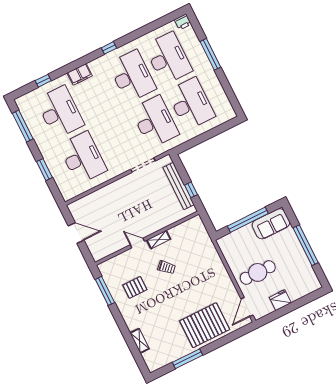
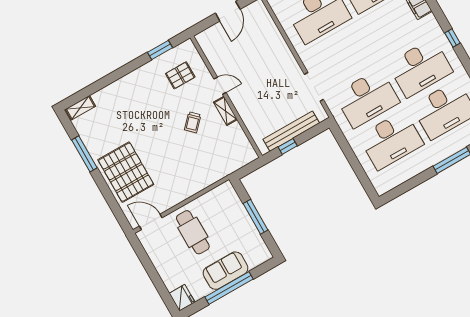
window: (248, 220) -> (255, 217), width x0.68
sofa: (271, 224) -> (226, 271), moved, turned 90
door: (137, 243) -> (220, 86), hinge flipped
pallet: (135, 287) -> (180, 75), moved, turned 90
window: (105, 291) -> (160, 50), width x0.69
fridge: (280, 300) -> (182, 298), moved
shelving: (140, 341) -> (80, 108), moved

